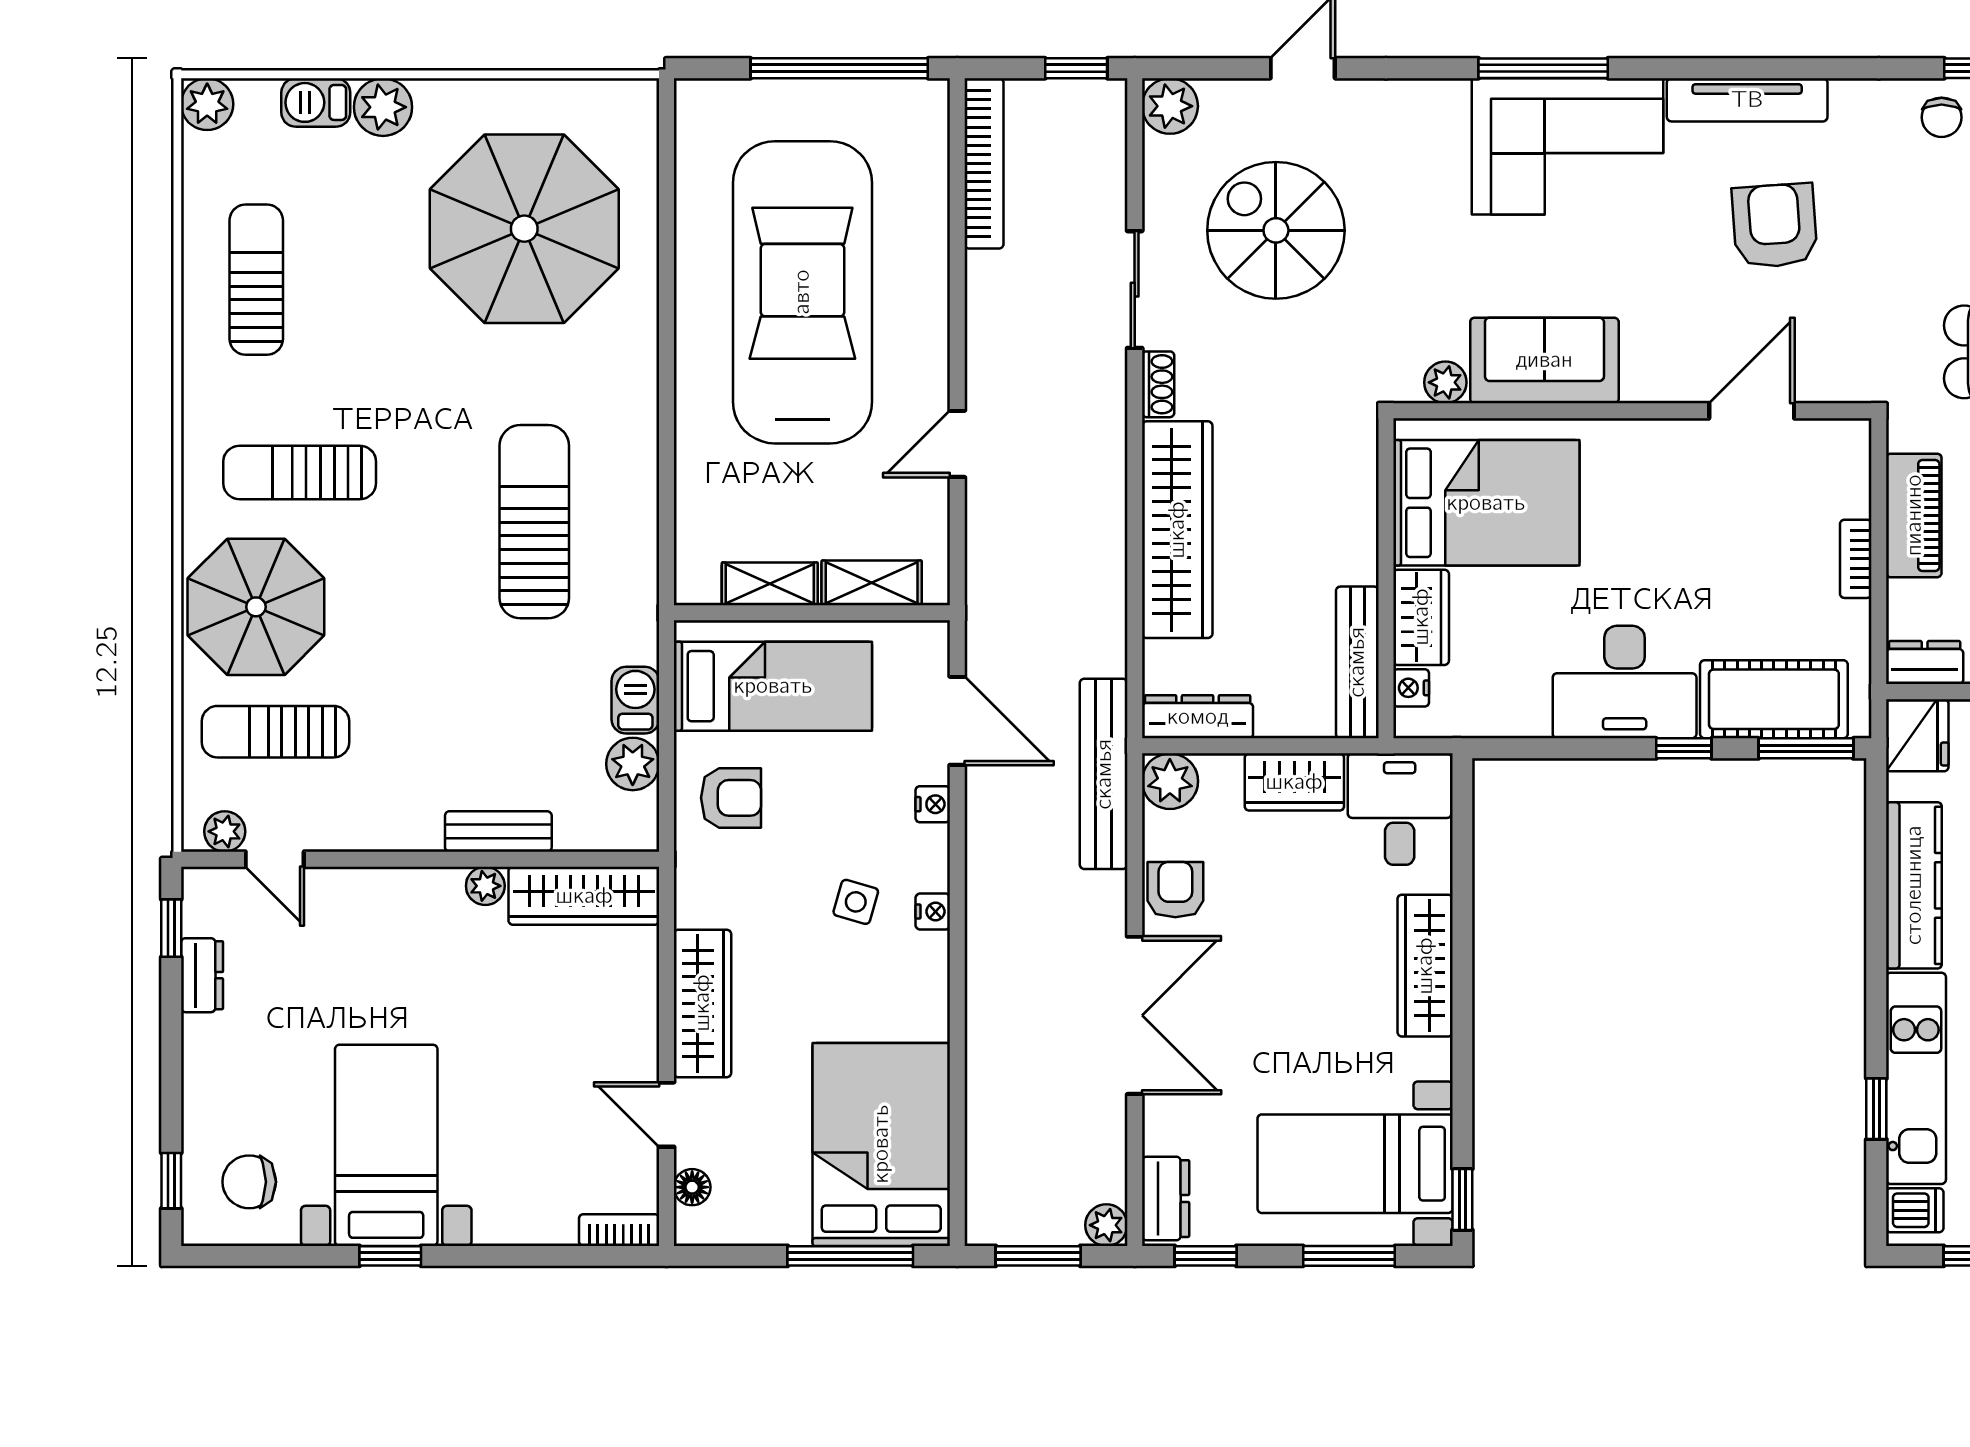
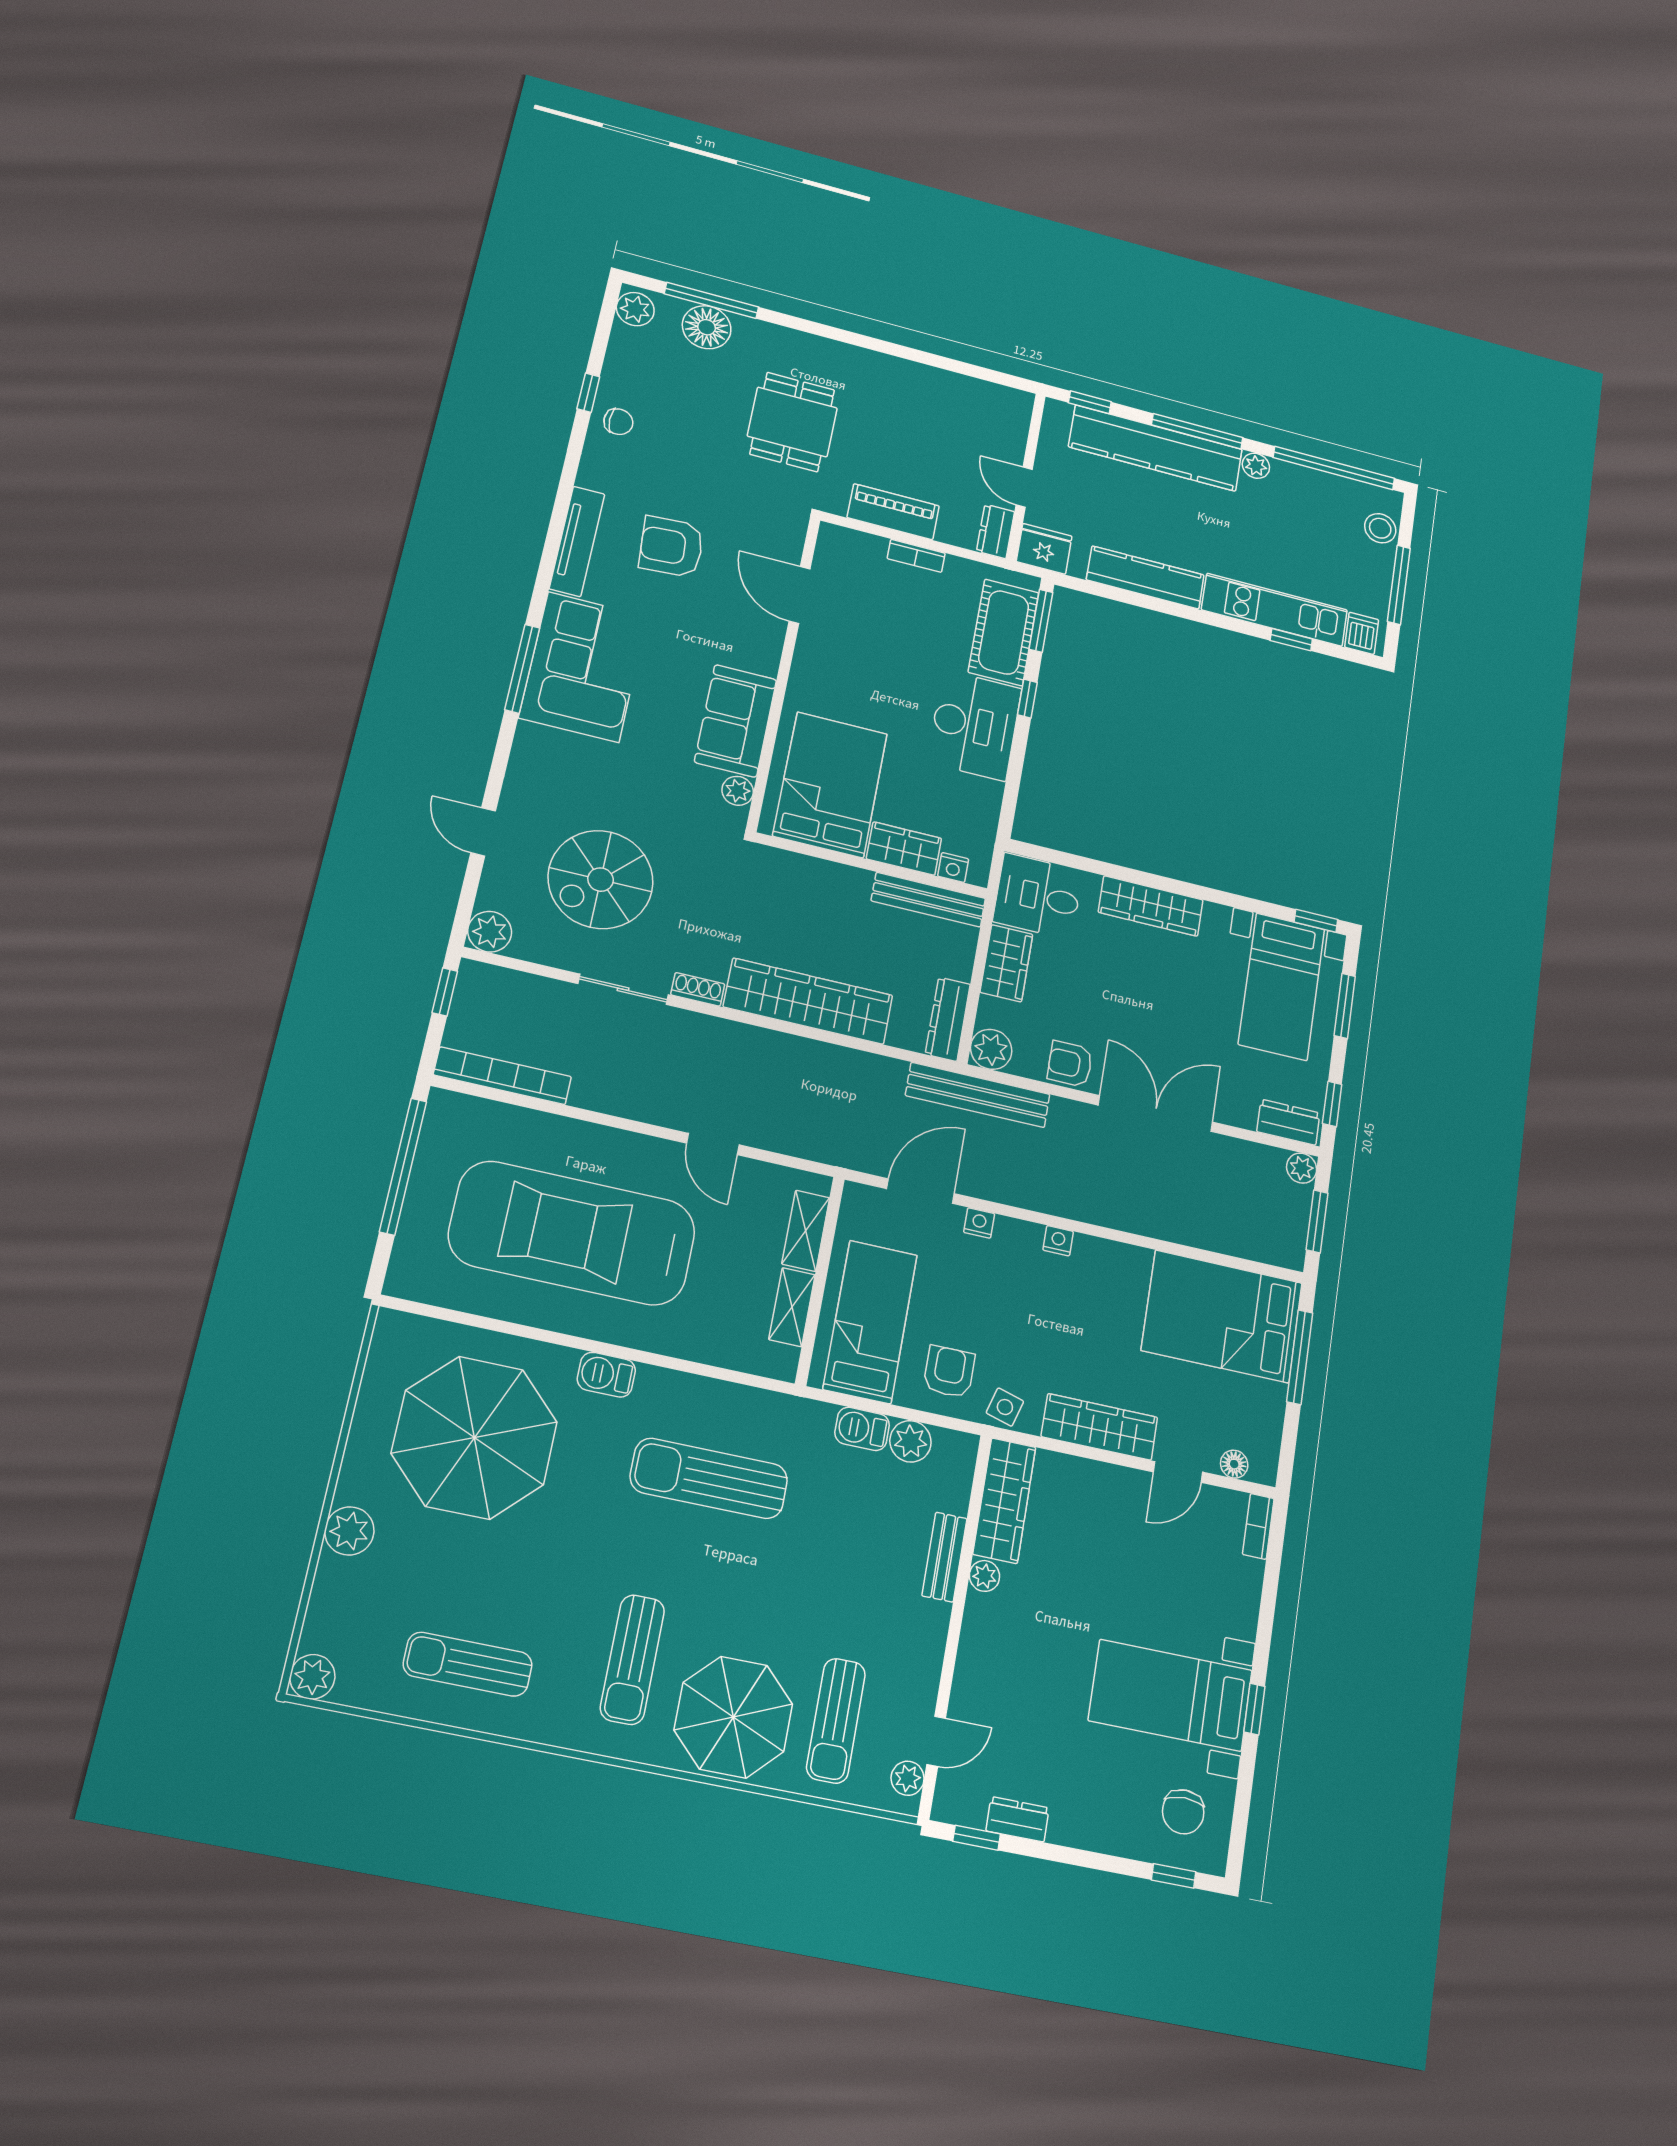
barbecue: (316, 102) -> (606, 1375), moved, turned 90
side table: (856, 902) -> (1005, 1407), moved

